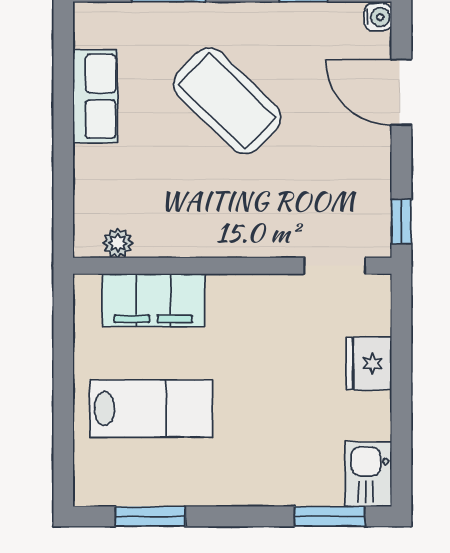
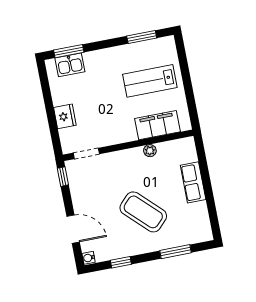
row of seats: (95, 96) -> (193, 182), moved
plant: (118, 243) -> (150, 151), moved
kitchen sink: (368, 474) -> (70, 65), moved, turned 90

